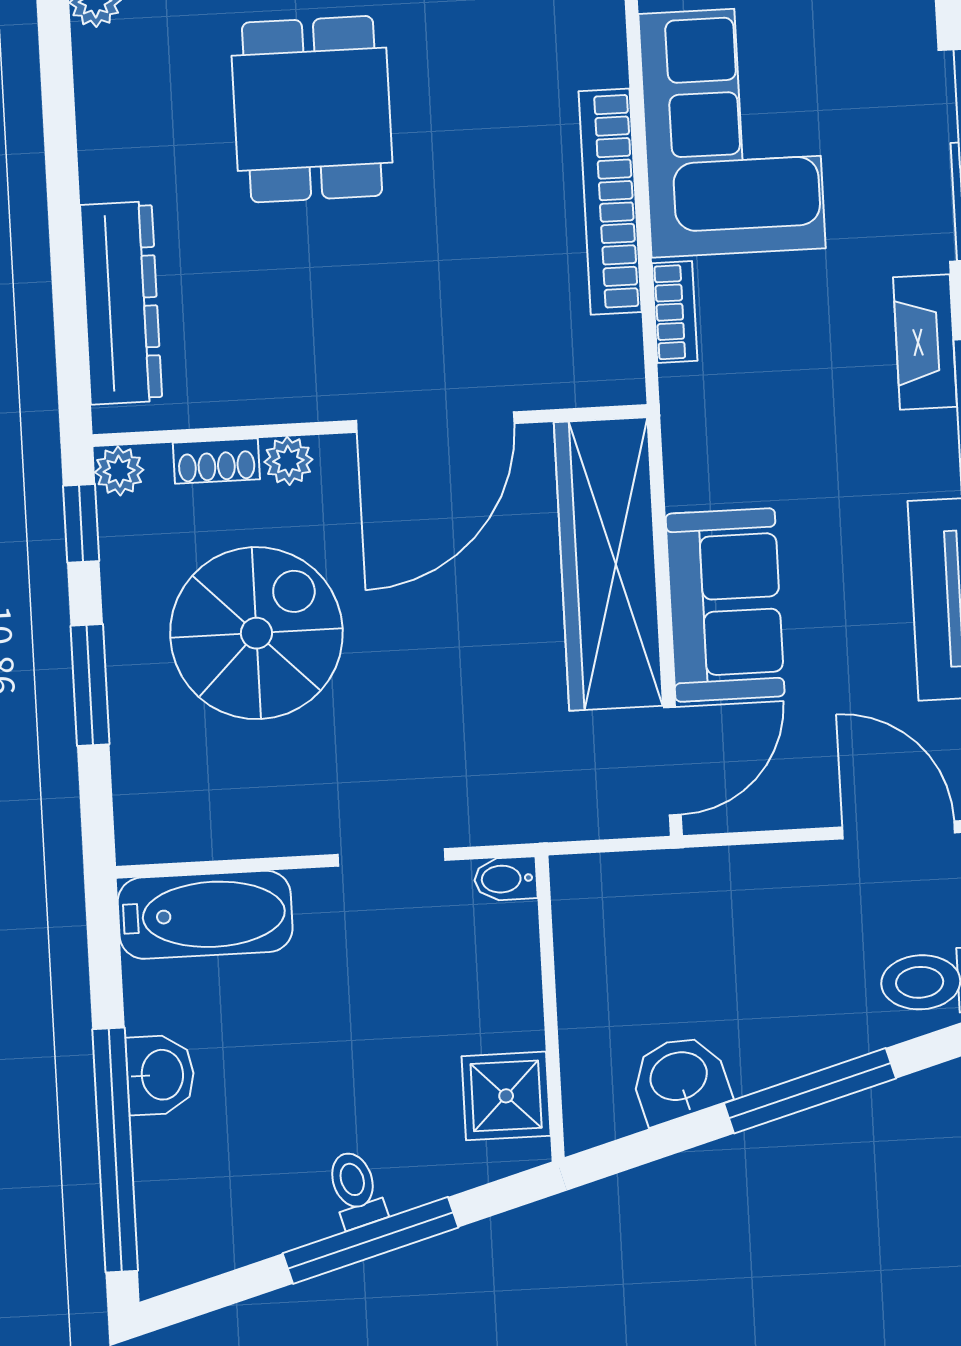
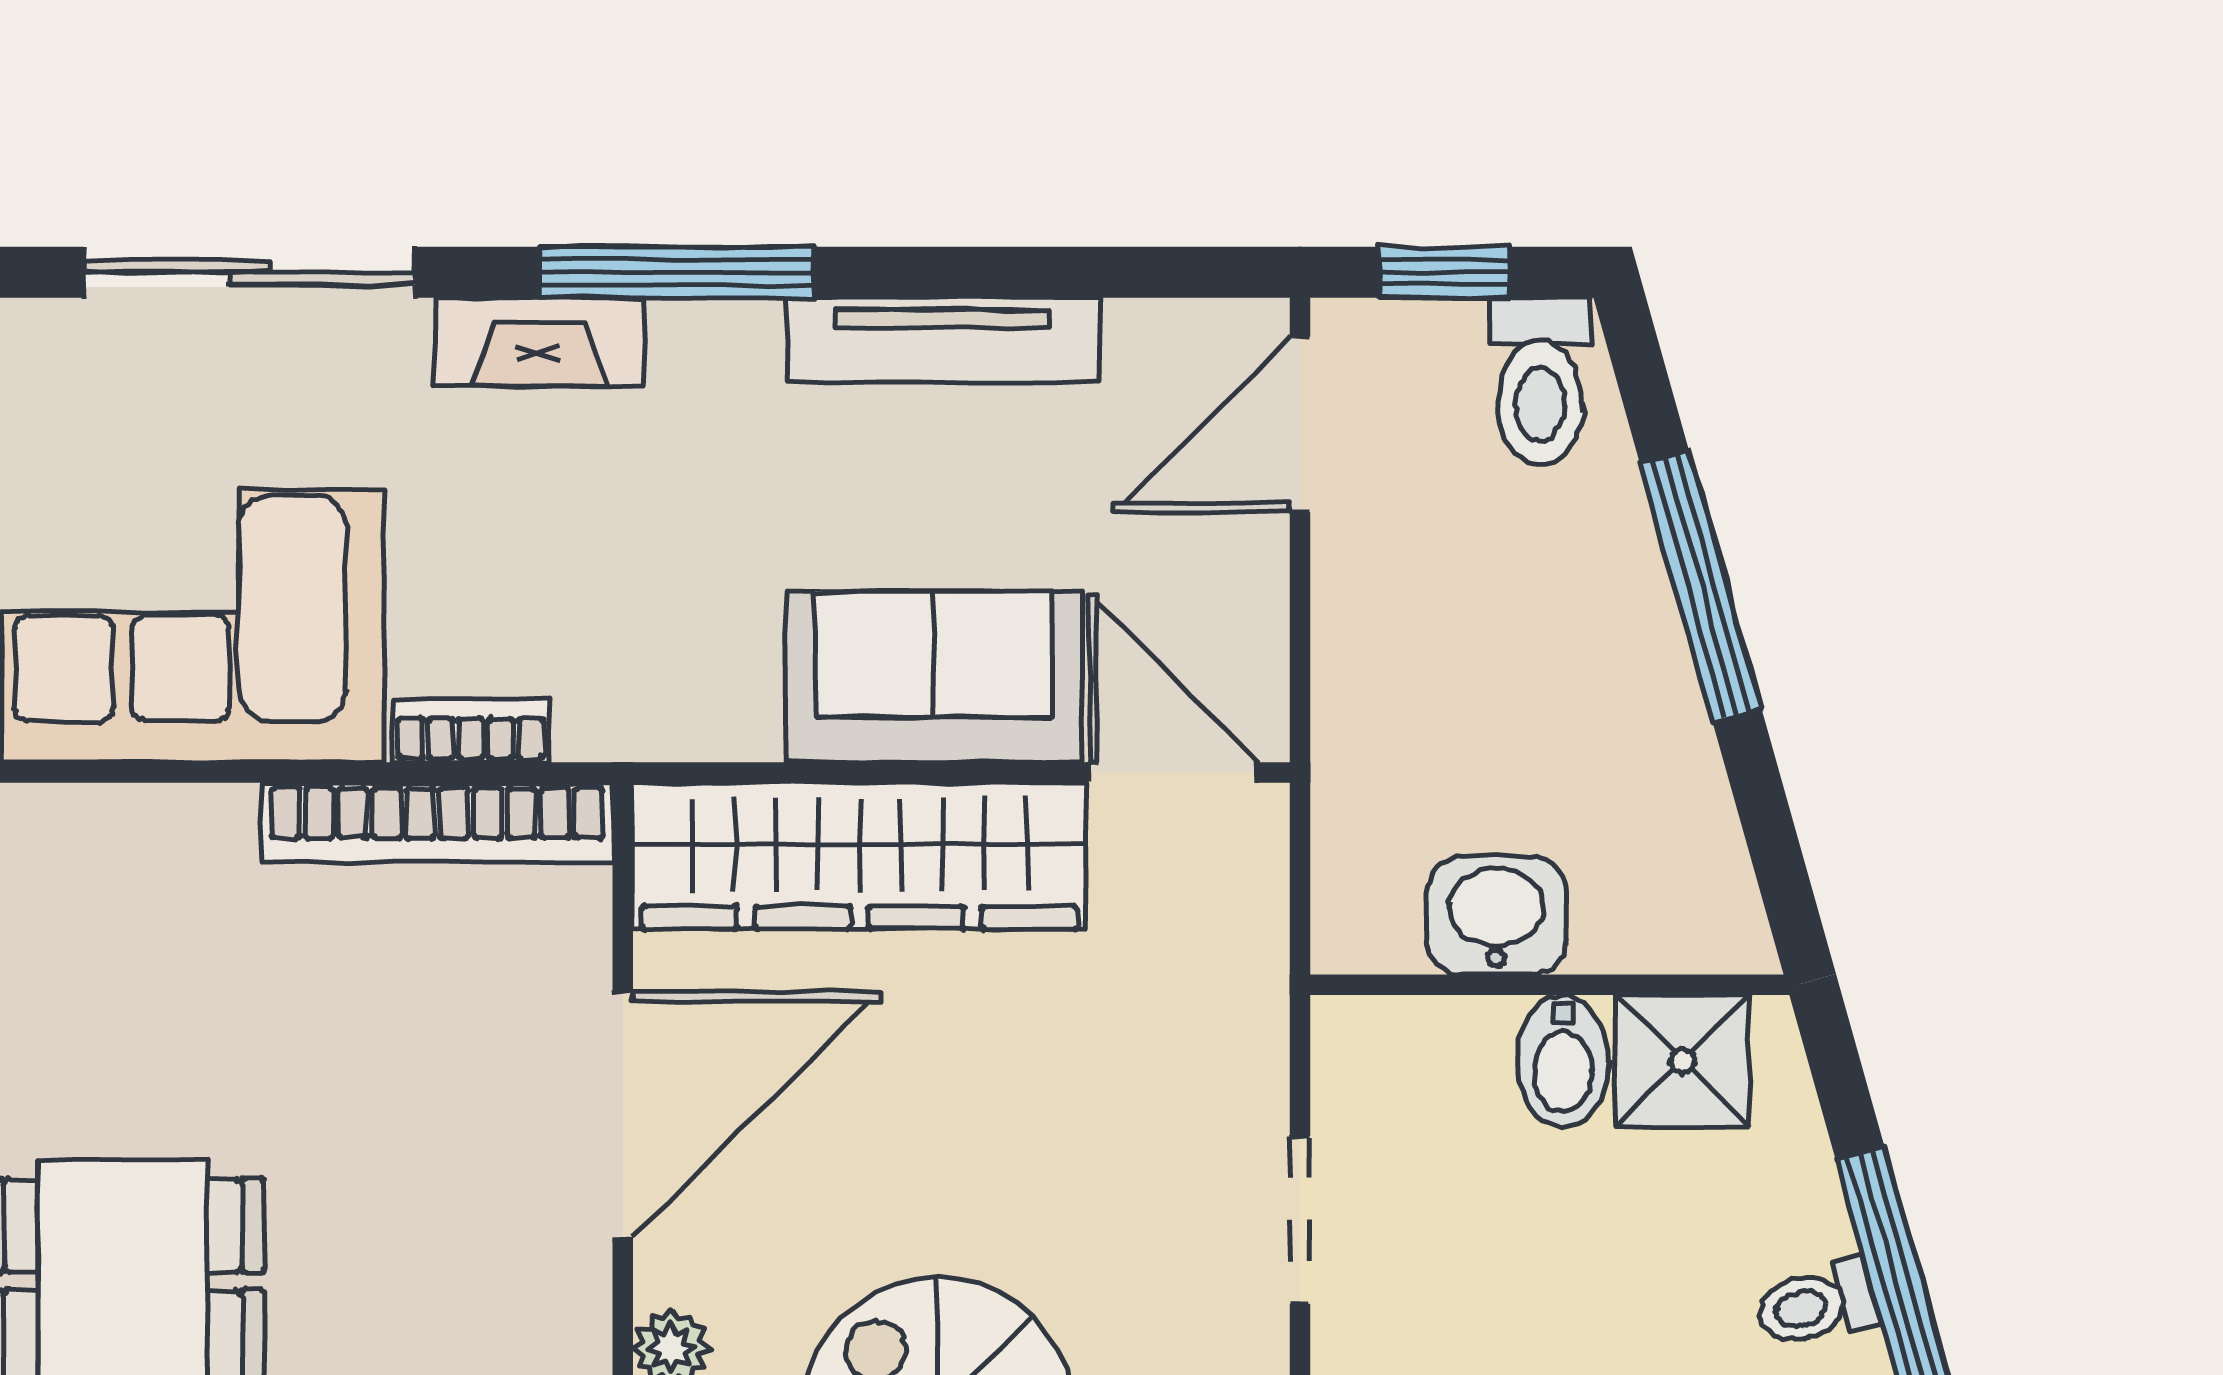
bookcase: (610, 202) -> (437, 823), moved
door: (435, 422) -> (623, 1115), hinge flipped
bidet: (506, 879) -> (1563, 1061), moved, width x1.38, depth x1.36
washbasin: (679, 1078) -> (1497, 916), moved, turned 106

